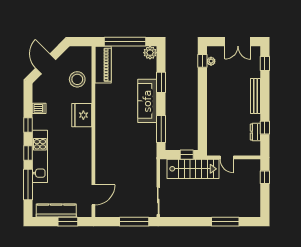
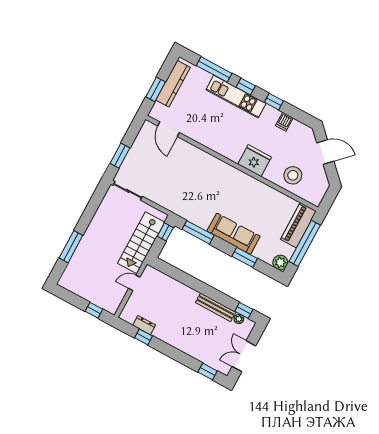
piano: (103, 65) -> (298, 225), moved, turned 90
bench: (256, 96) -> (216, 307), moved
window: (187, 155) -> (165, 232), moved
window: (134, 222) -> (120, 156), width x0.69

